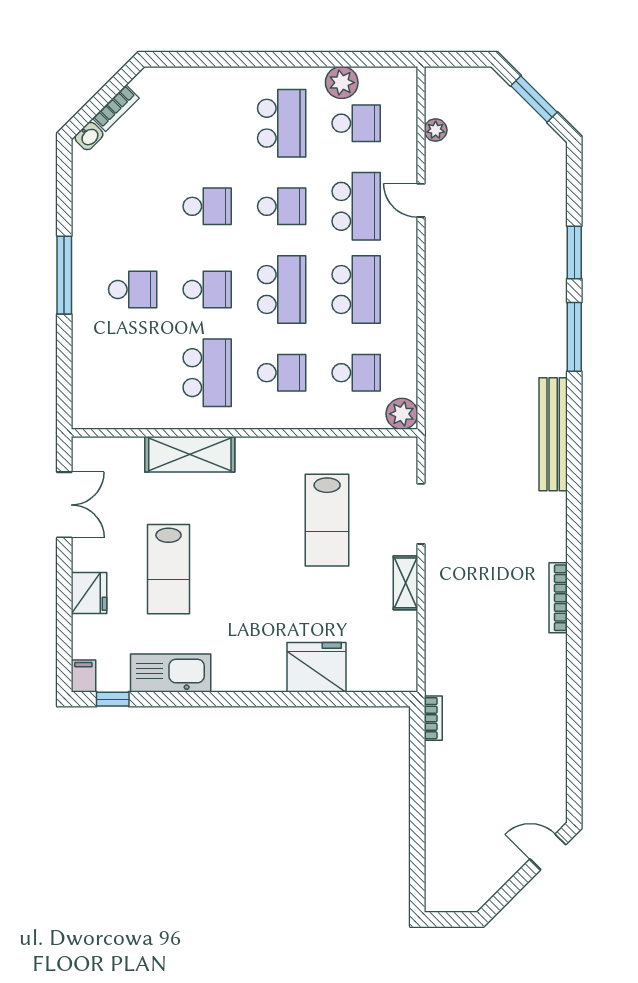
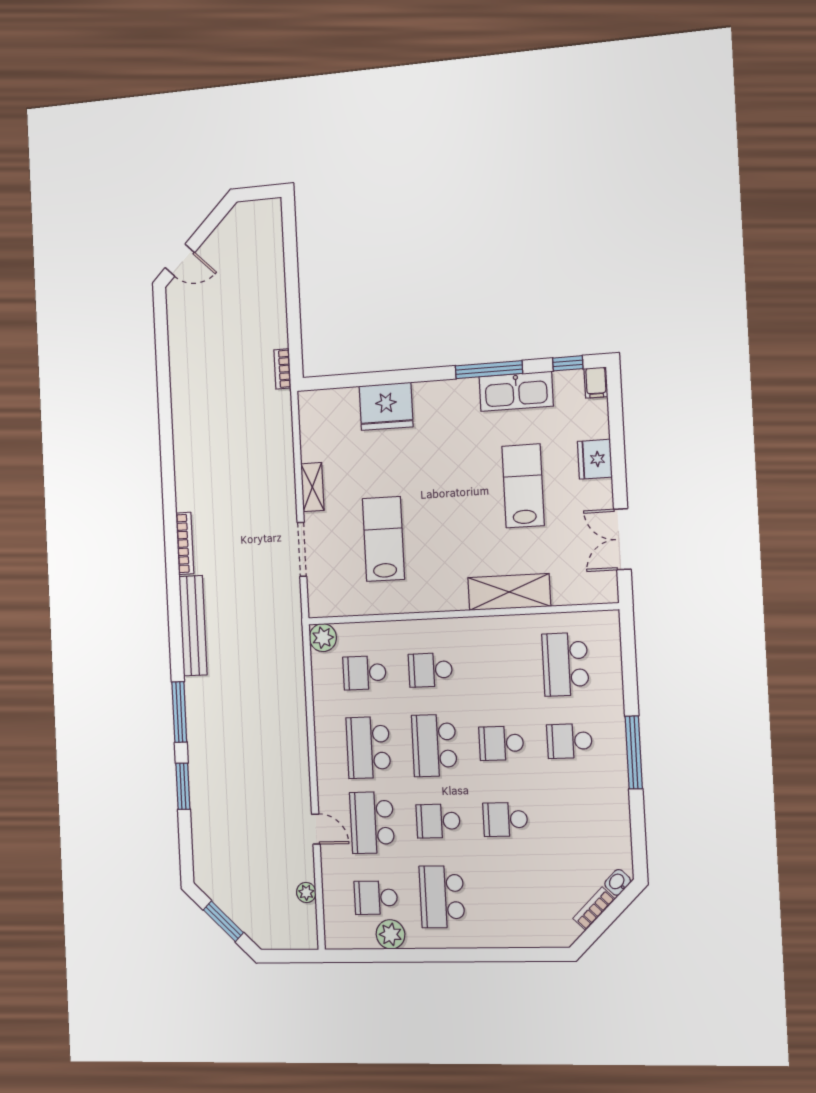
school desk: (207, 373) -> (565, 664), moved
bookcase: (558, 598) -> (185, 543), moved
window: (199, 699) -> (489, 370), added

